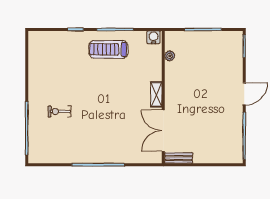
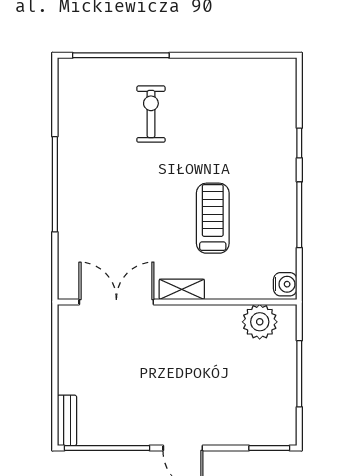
treadmill: (108, 49) -> (213, 218), moved
plant: (170, 56) -> (260, 322), width x1.88, depth x1.88
exercise bike: (59, 112) -> (151, 114), width x1.38, depth x1.39
bench: (179, 158) -> (67, 420), moved

